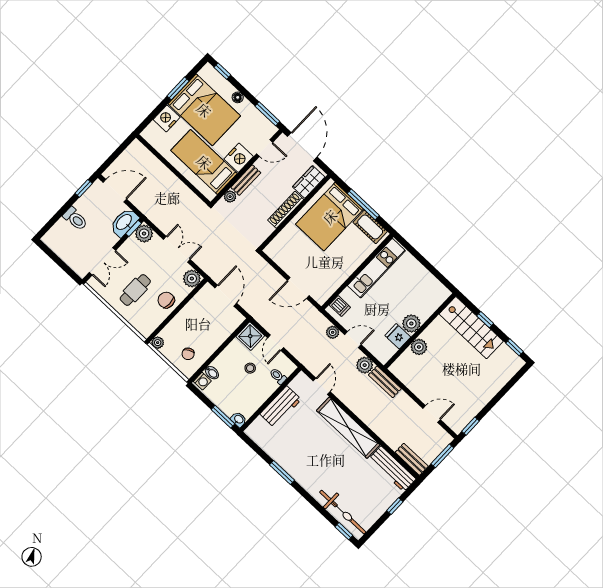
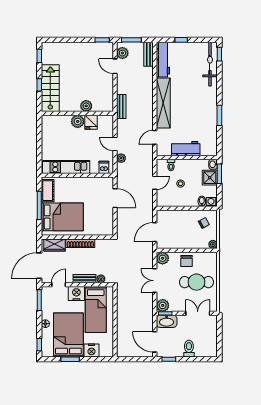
door: (265, 148) -> (59, 285), hinge flipped
cafe table: (135, 290) -> (196, 282), width x1.37, depth x1.35
shower: (250, 336) -> (210, 178), moved
plant: (365, 365) -> (122, 53), moved

